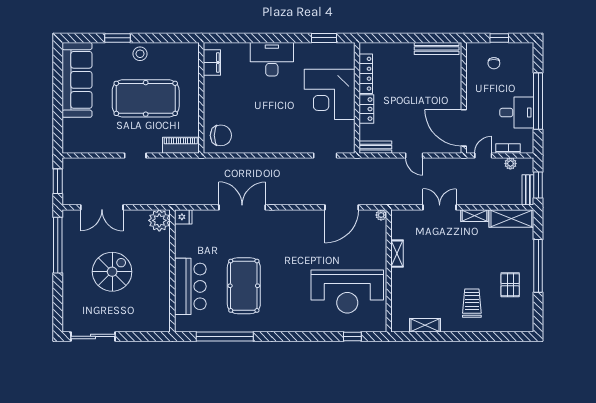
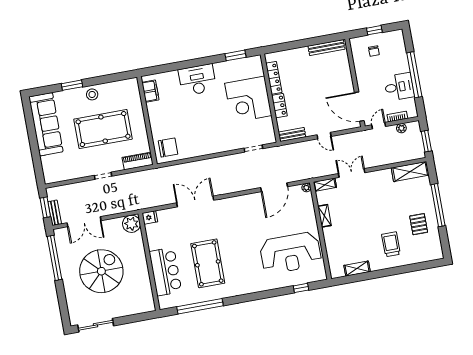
bench: (528, 190) -> (55, 213), moved
shelving: (474, 216) -> (325, 185), moved
spiral stairs: (112, 272) -> (101, 271), width x1.37, depth x1.37

